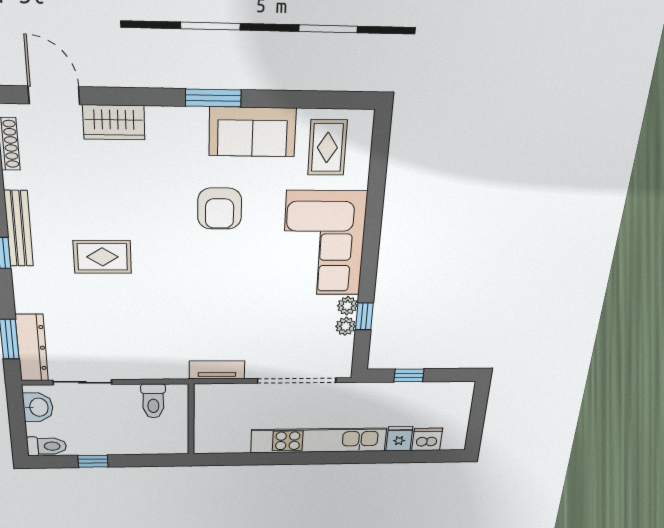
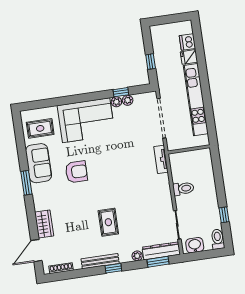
plant: (25, 302) -> (137, 256), added
wall: (191, 419) -> (189, 149), moved

